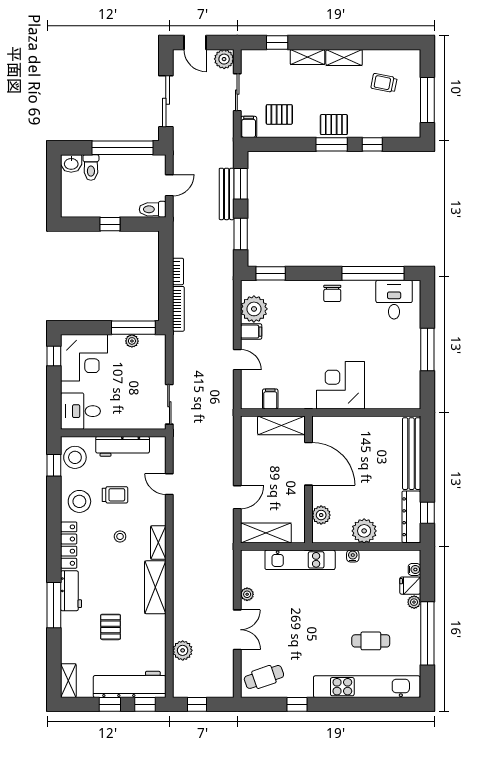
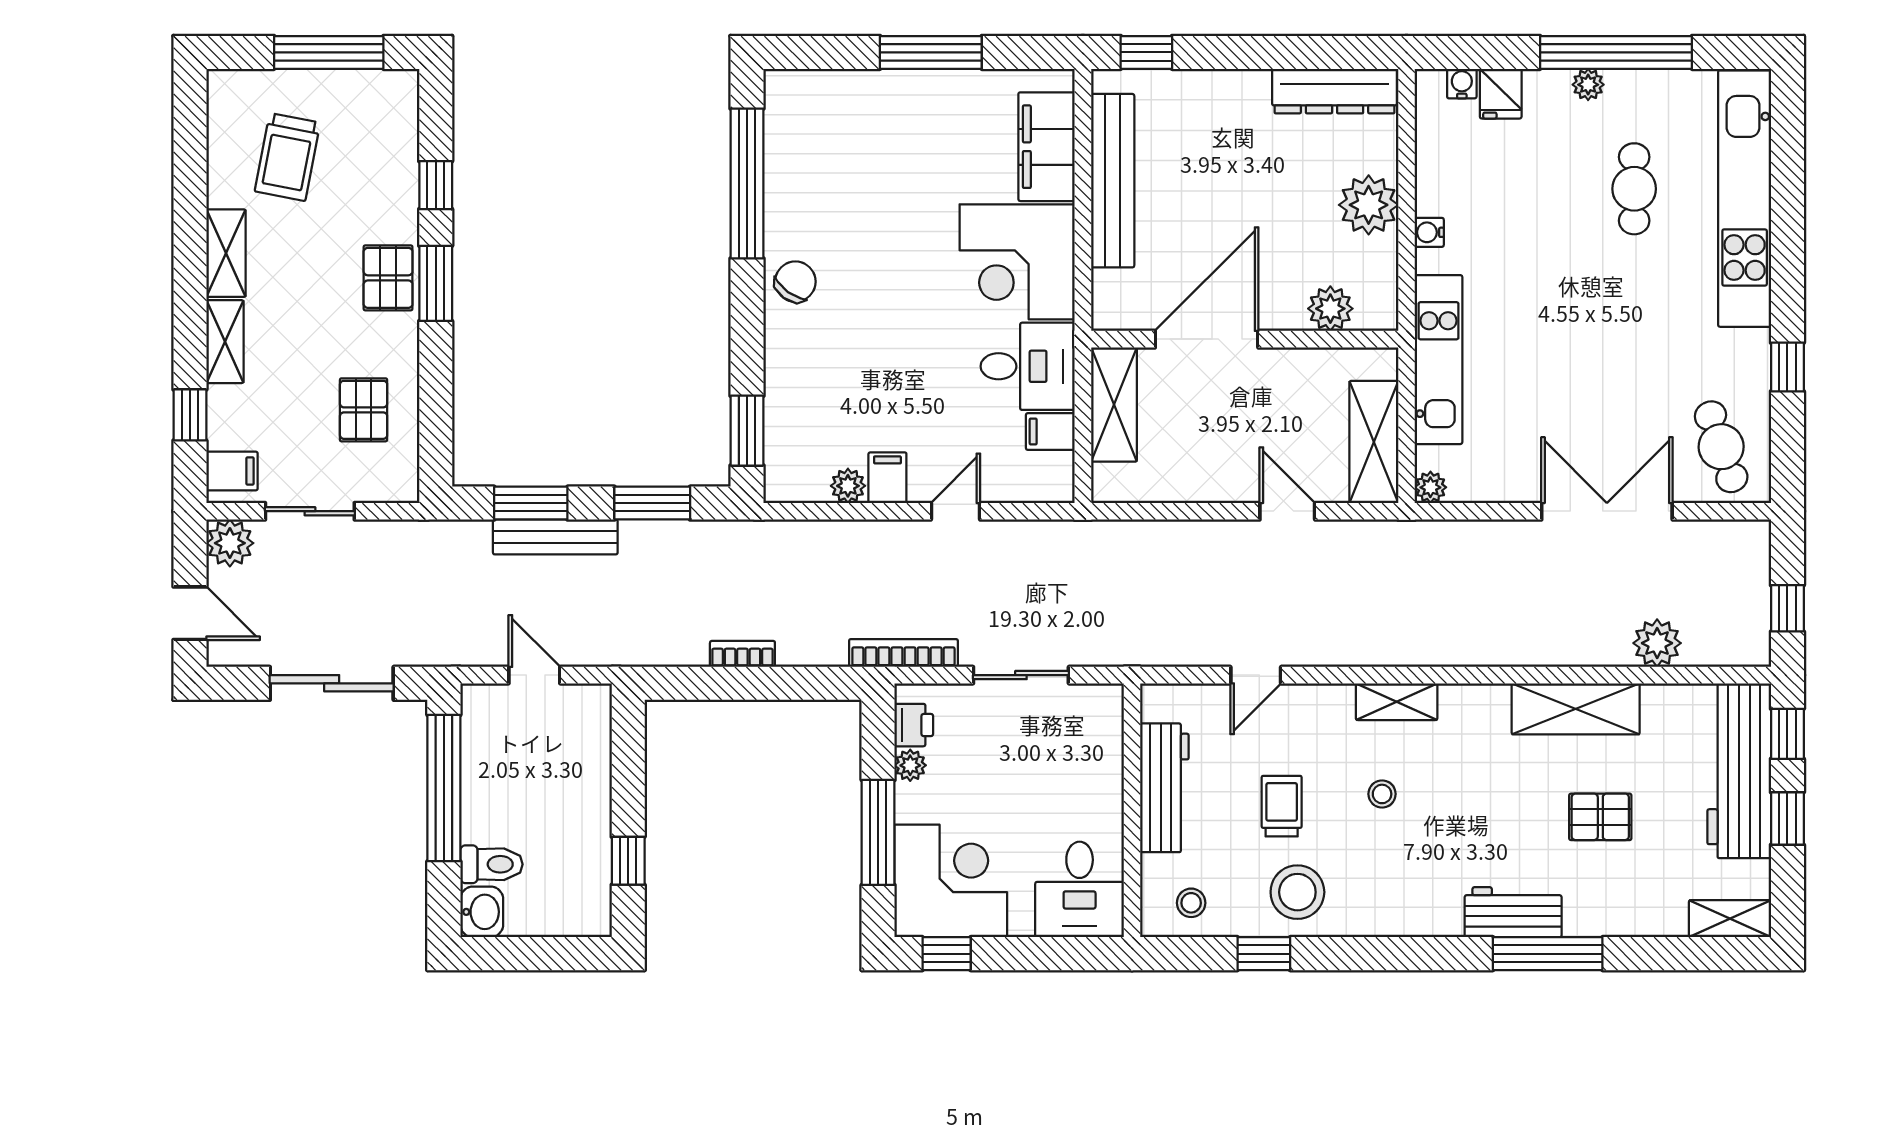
door: (195, 43) -> (190, 613), hinge flipped
trolley: (384, 83) -> (287, 157), width x1.36, depth x1.39
filing cabinet: (249, 127) -> (232, 471), moved, turned 180
toilet: (153, 209) -> (592, 715), removed
window: (110, 224) -> (628, 861), moved
chair: (332, 293) -> (795, 282), turned -54
desk: (394, 300) -> (1028, 366), moved, turned 180
bookcase: (178, 309) -> (903, 653), moved
plant: (254, 309) -> (848, 486), width x0.53, depth x0.53
window: (133, 328) -> (878, 832), moved
printer: (149, 342) -> (914, 725), added
filing cabinet: (388, 397) -> (1047, 147), added
sliding door: (169, 404) -> (1021, 675), moved
bench: (412, 454) -> (1113, 181), moved, turned 90
stool: (75, 457) -> (1191, 903), width x0.53, depth x0.53
window: (54, 465) -> (1264, 954), moved
window: (427, 513) -> (1146, 52), moved
locker: (69, 545) -> (1403, 918), removed
shelving: (155, 587) -> (1576, 709), moved
plant: (247, 594) -> (1430, 487), moved
plant: (414, 602) -> (1588, 85), moved
double door: (237, 630) -> (1607, 511), width x1.37

